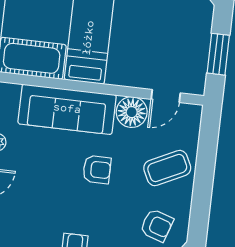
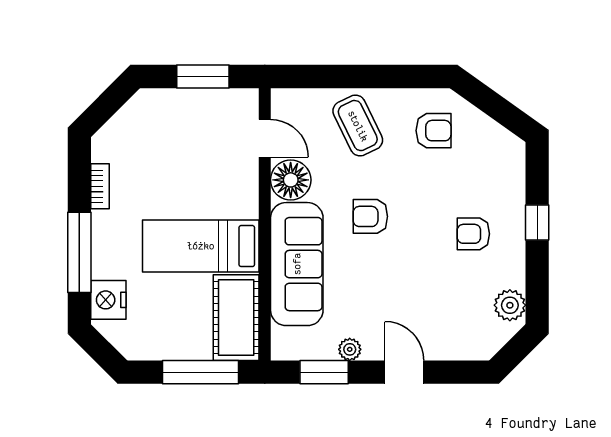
armchair: (97, 170) -> (370, 216), turned -90
armchair: (157, 225) -> (434, 131), turned 72

